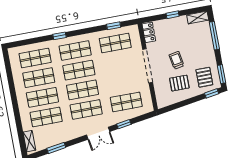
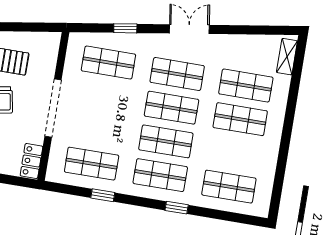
window: (114, 26) -> (103, 195), moved
shop shelf: (39, 78) -> (235, 153), removed
double door: (98, 133) -> (189, 29), moved
window: (56, 148) -> (248, 30), removed

